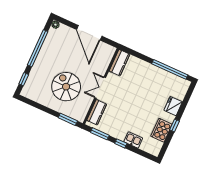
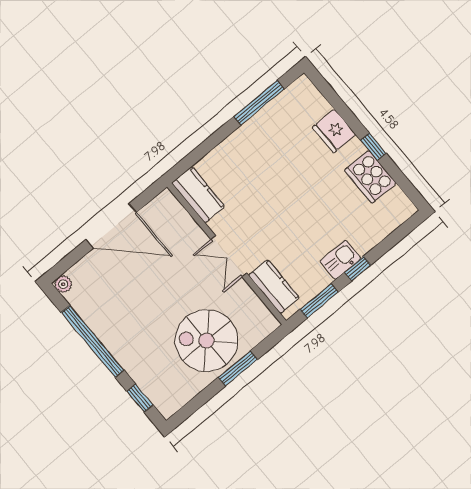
window: (170, 69) -> (259, 103), width x0.68
spiral stairs: (66, 87) -> (206, 341), moved
window: (68, 119) -> (238, 368), moved
kitchen sink: (133, 140) -> (340, 260), moved

